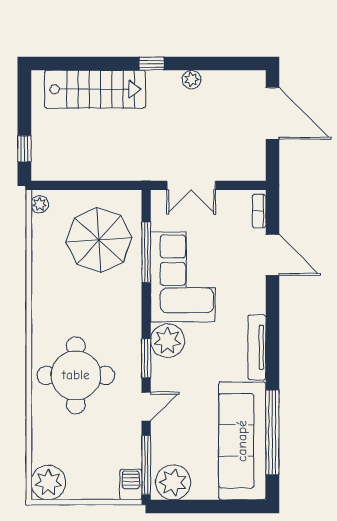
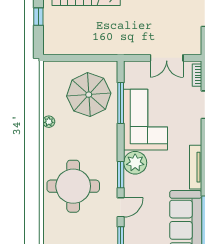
window: (24, 149) -> (38, 17), moved
double door: (191, 185) -> (167, 58), moved
plant: (40, 204) -> (49, 122), moved

